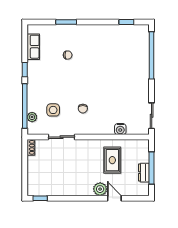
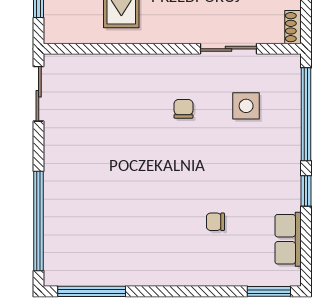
window: (66, 22) -> (269, 291), moved
window: (126, 22) -> (92, 291), width x2.17
plant: (32, 117) -> (291, 91), removed
water cooler: (120, 129) -> (105, 66), removed

